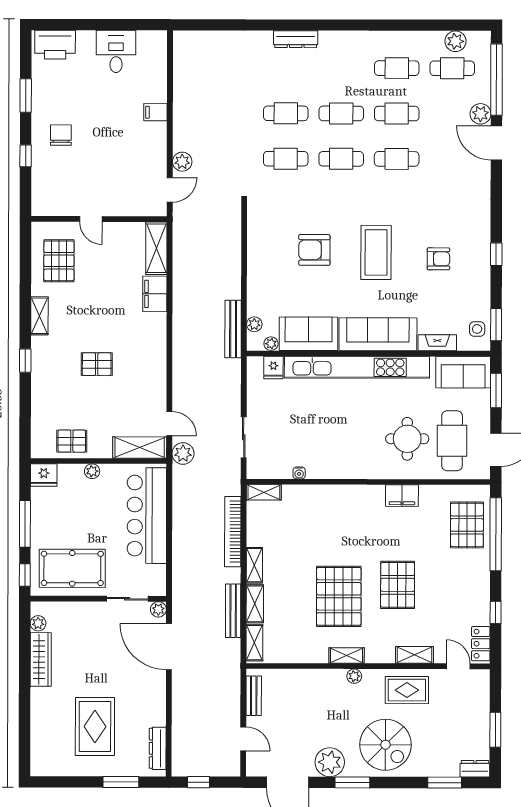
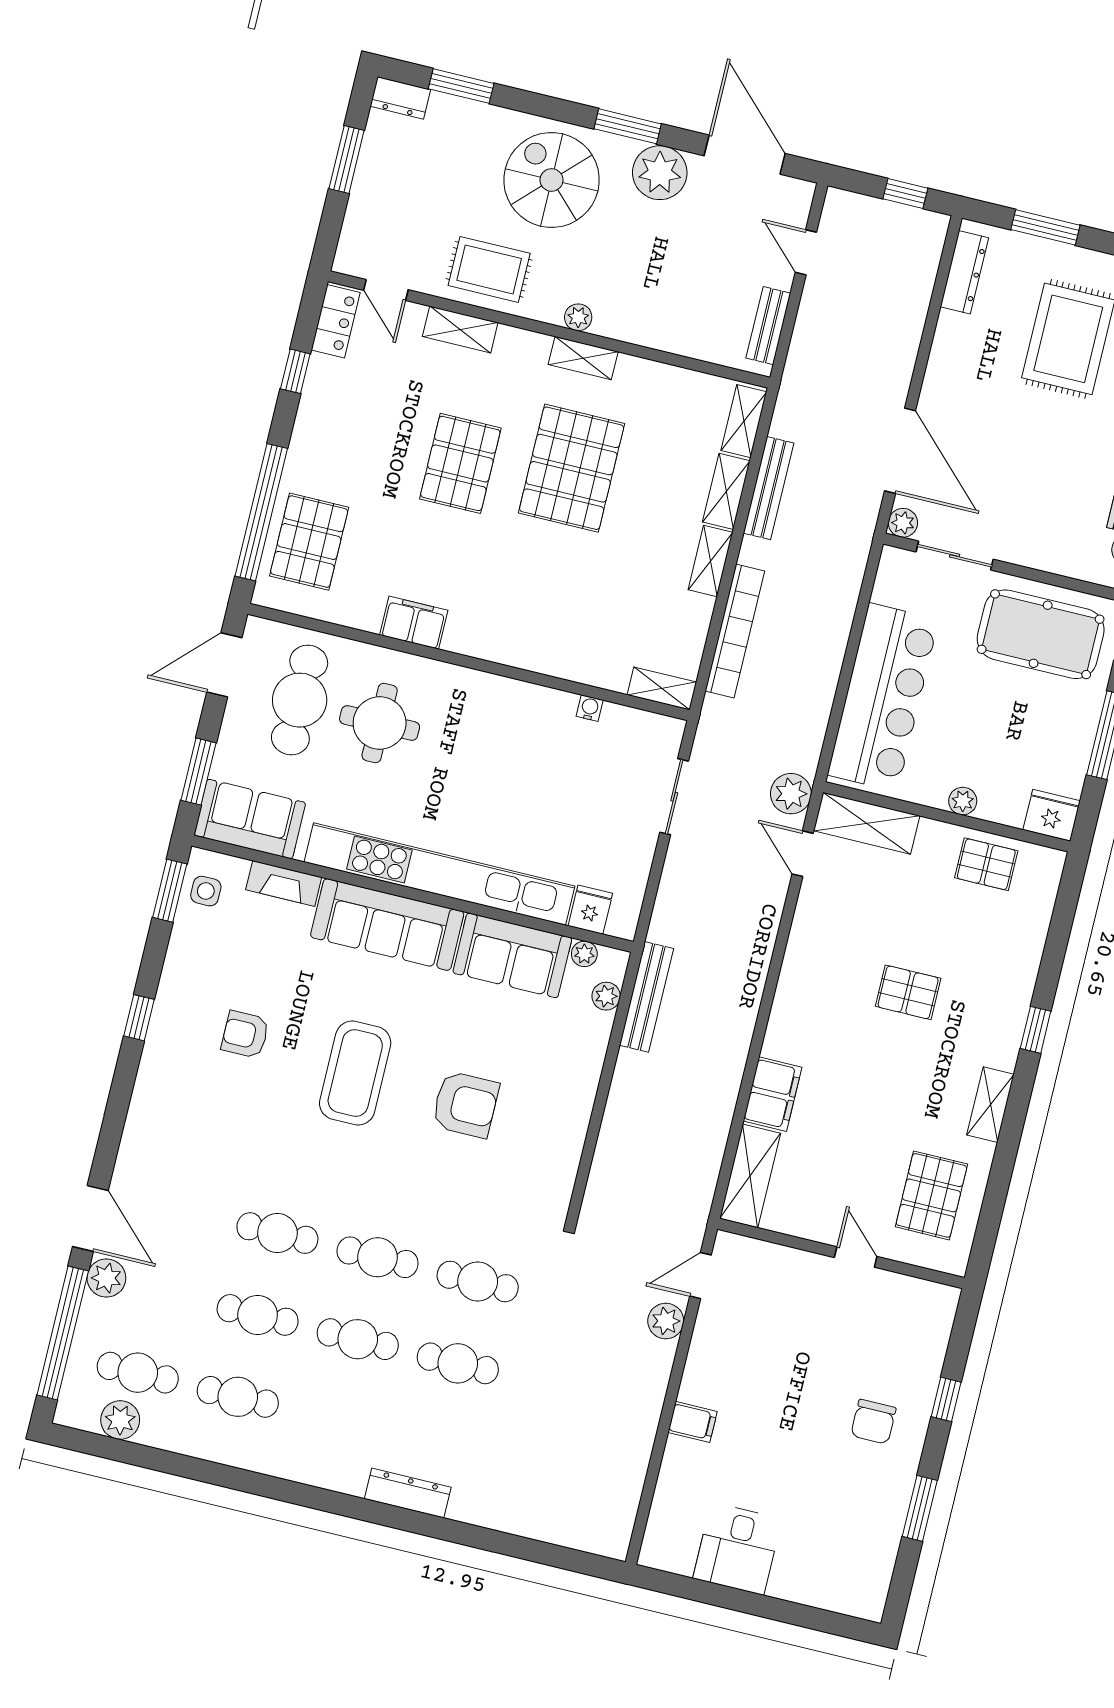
printer: (55, 45) -> (845, 1587), removed

